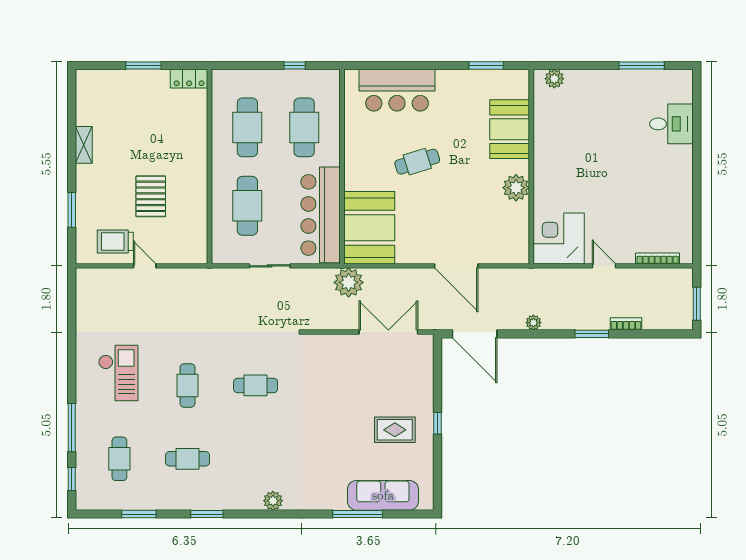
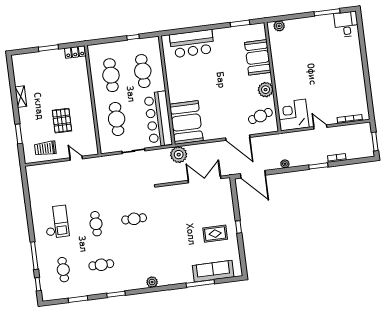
desk: (671, 124) -> (346, 24), moved, turned -90
cafe table: (417, 162) -> (260, 116), moved
door: (145, 266) -> (76, 158), moved

